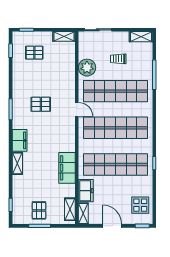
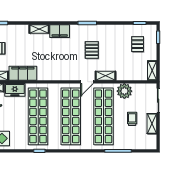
shelving: (141, 37) -> (152, 124), moved
shelving: (70, 89) -> (105, 76), added
filing cabinet: (67, 168) -> (23, 73), moved

